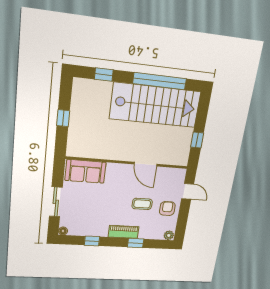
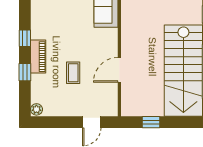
armchair: (167, 209) -> (70, 102), removed
window: (92, 241) -> (25, 38), moved

